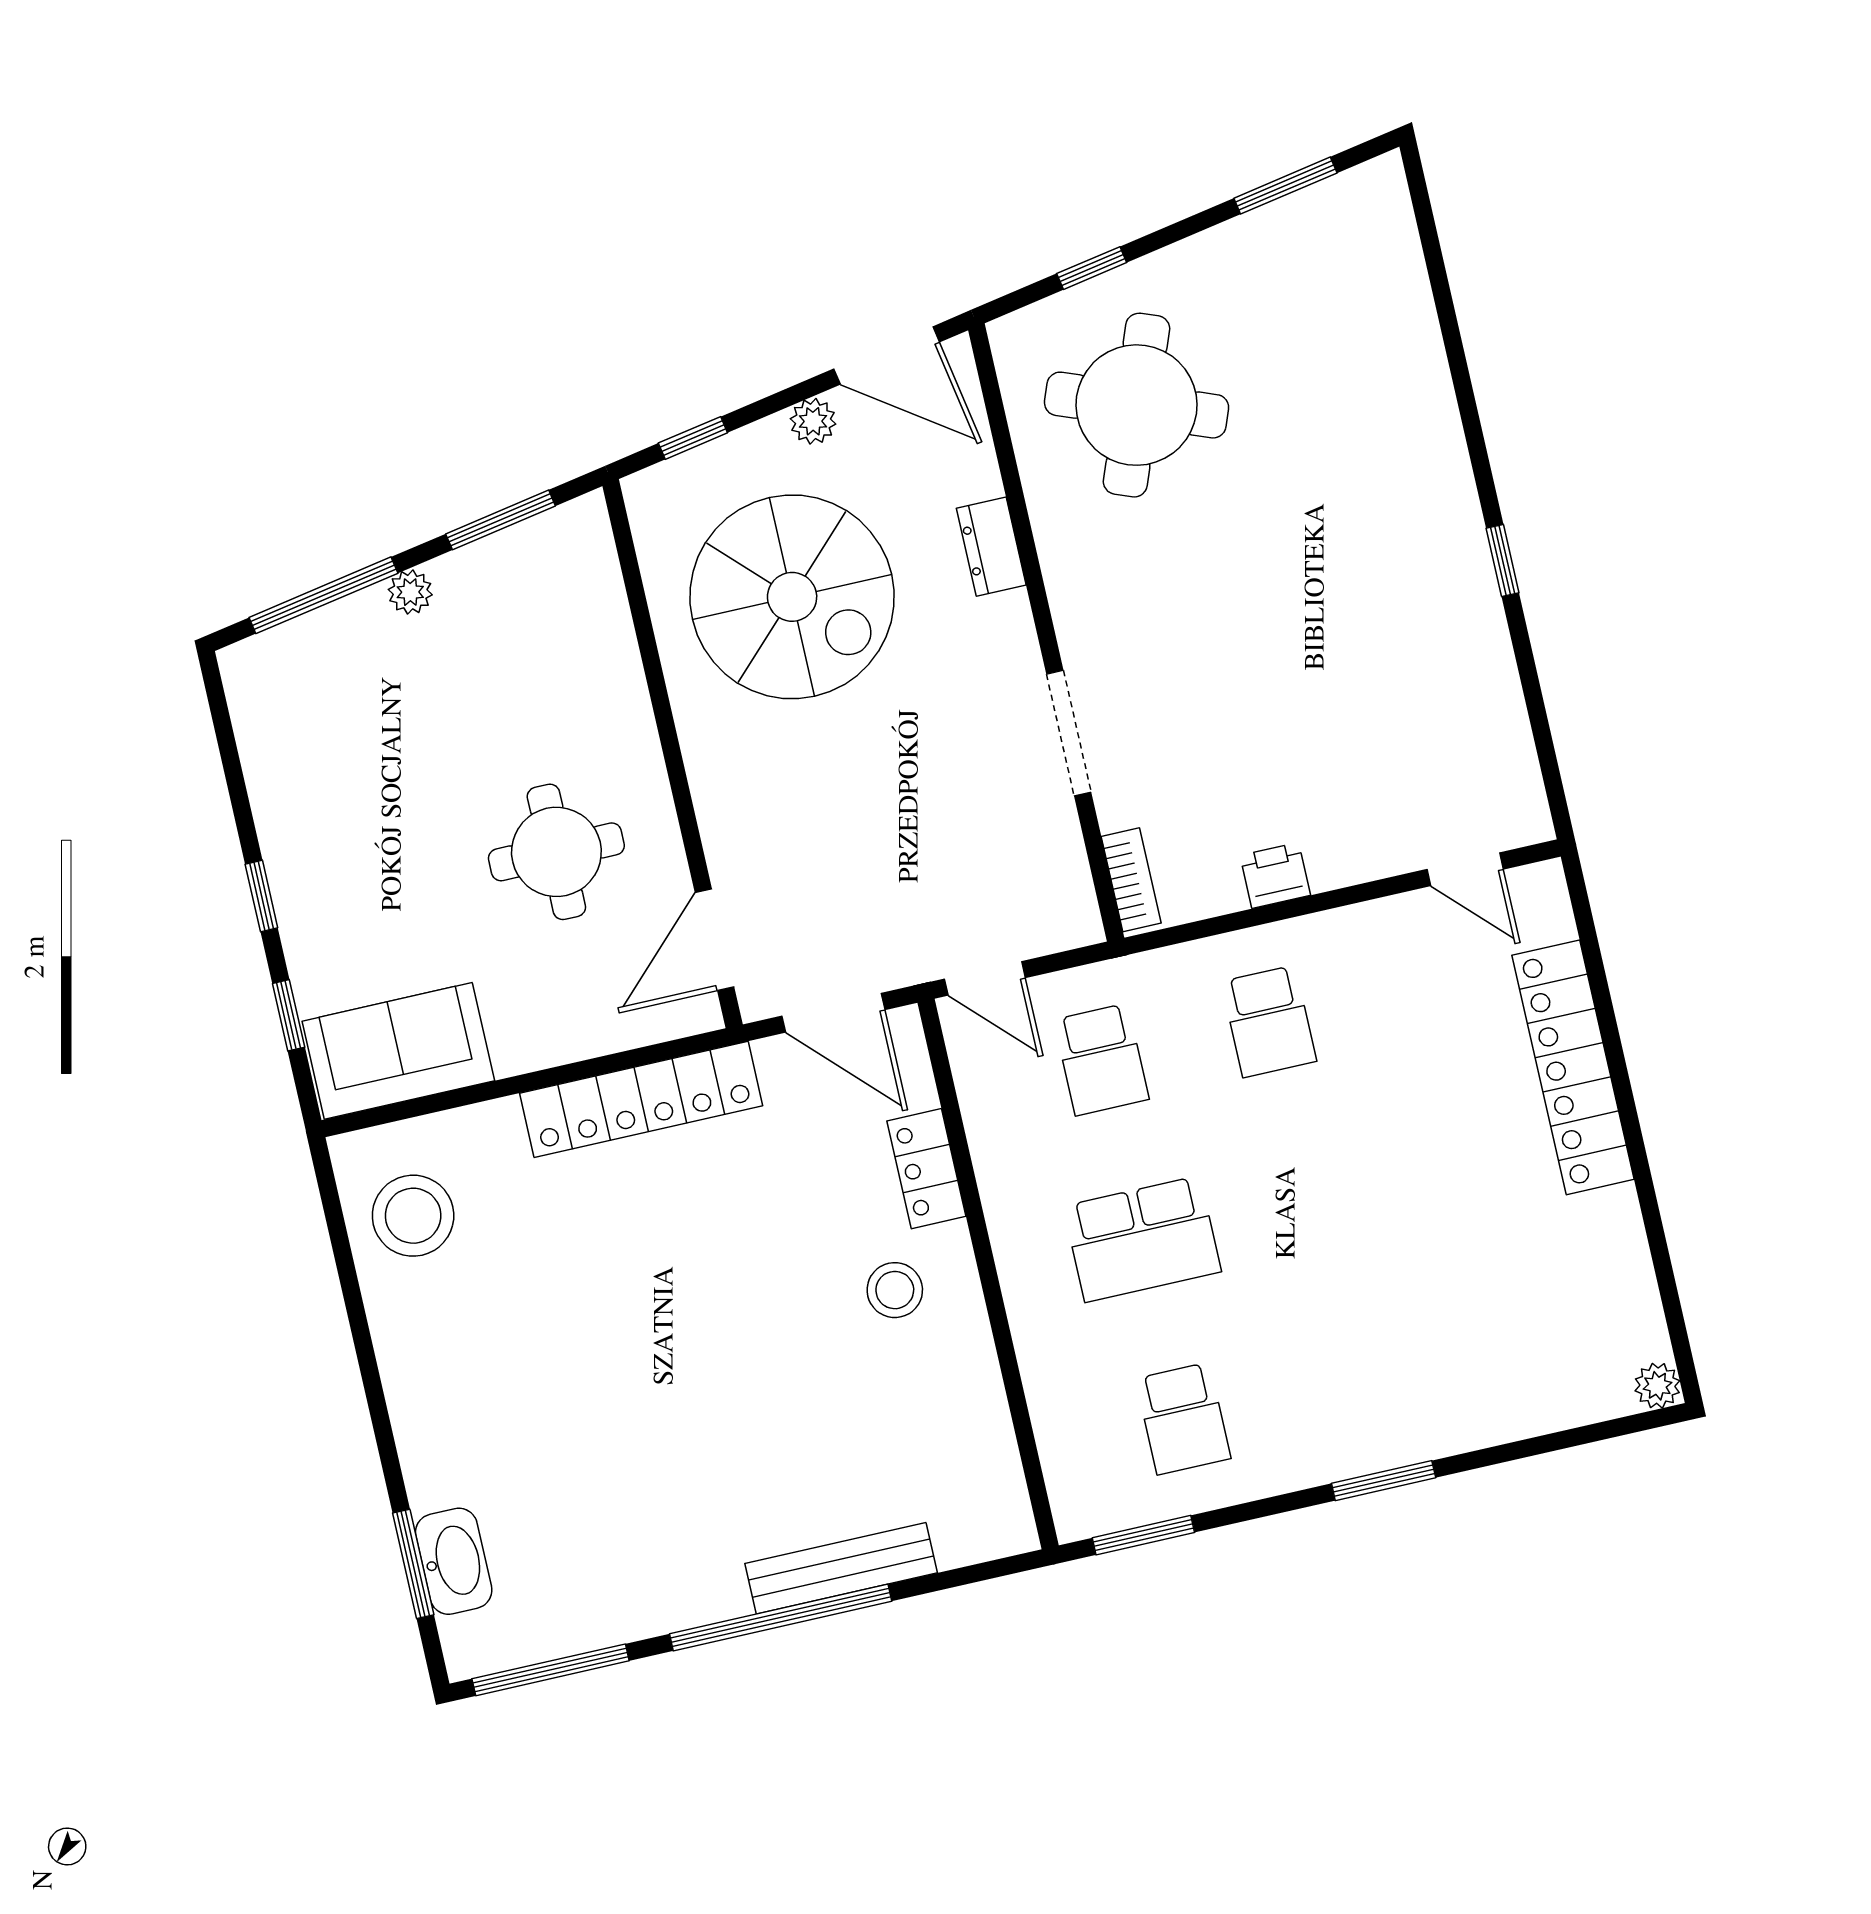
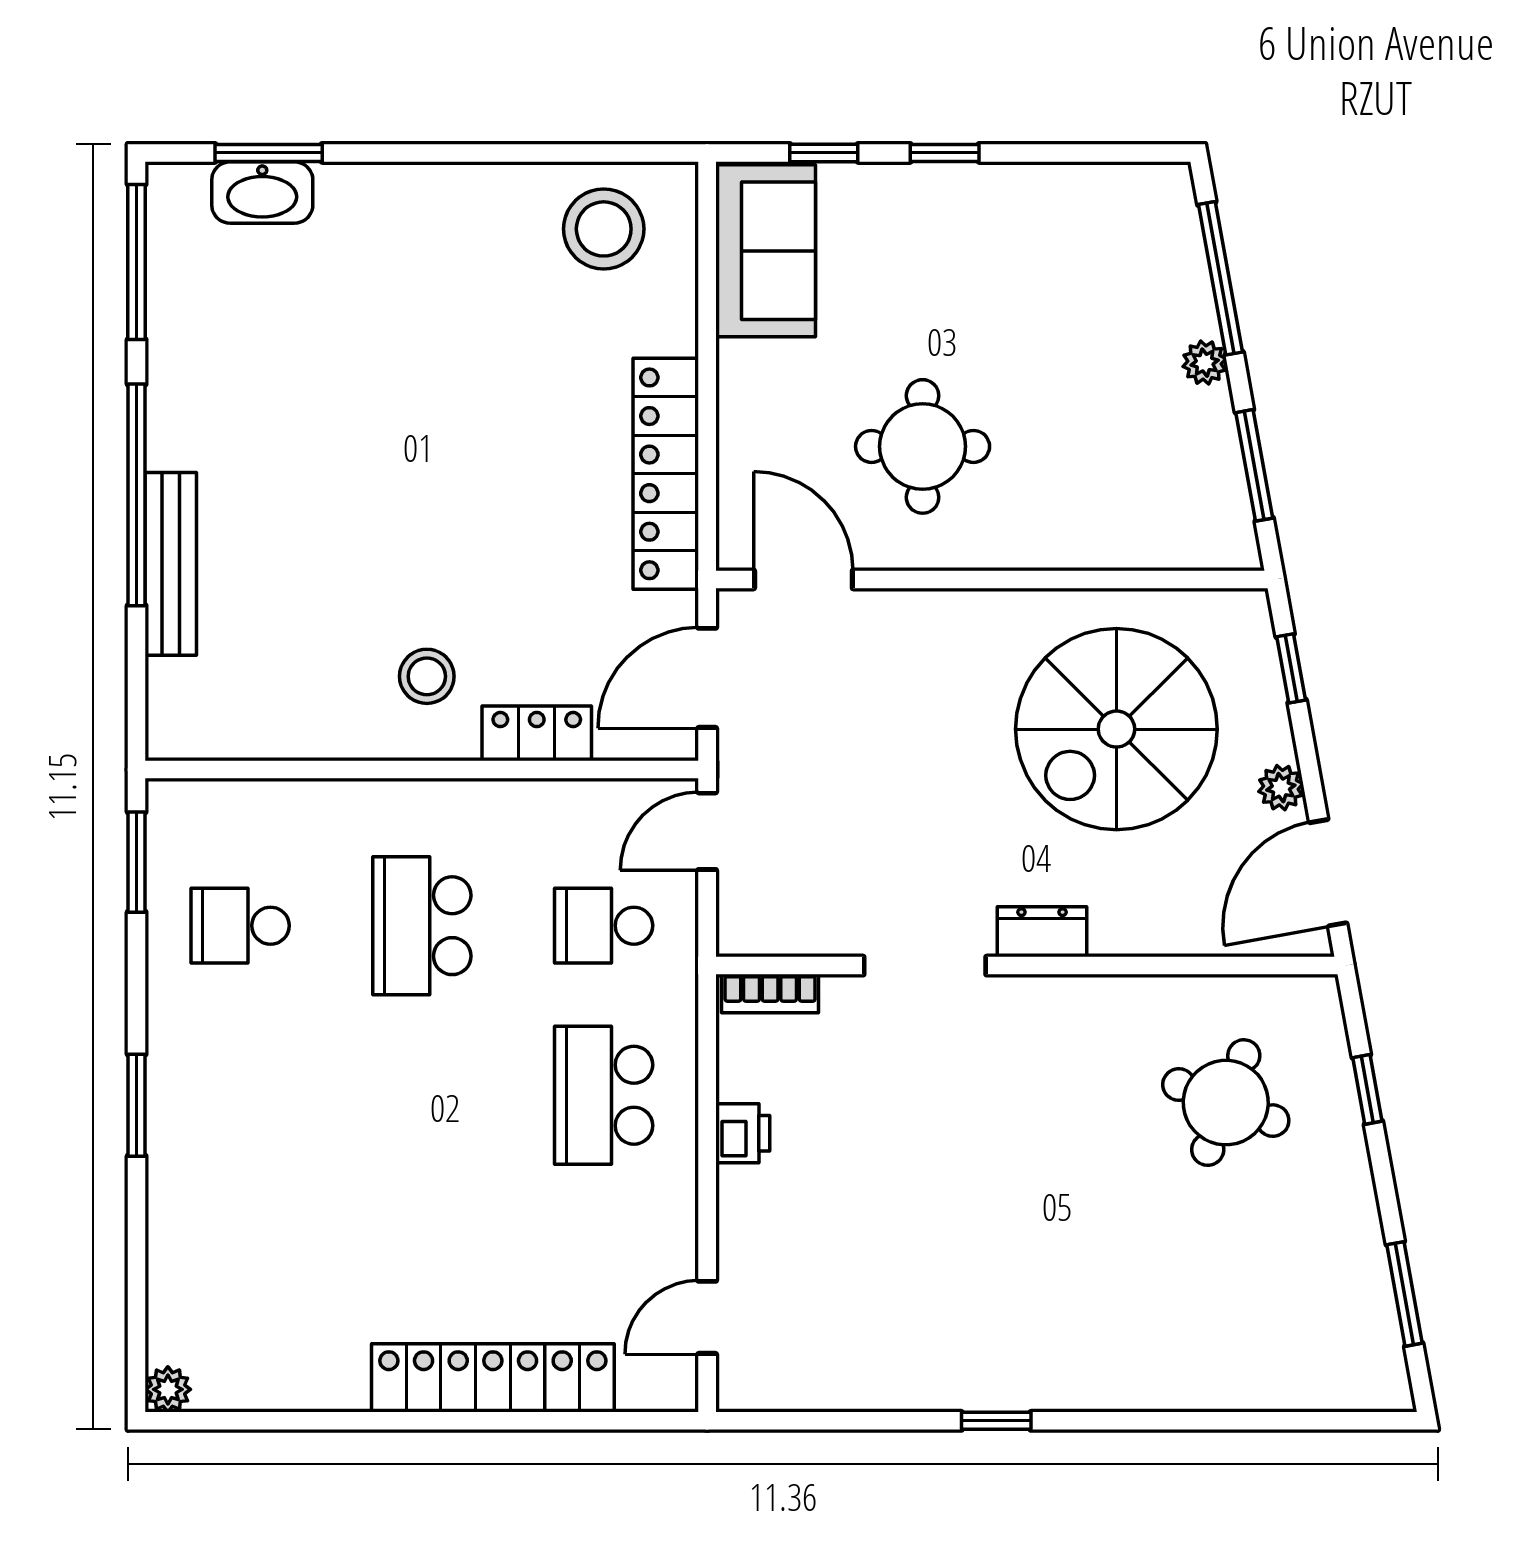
round table: (1137, 405) -> (1226, 1103), width x0.73, depth x0.73
dresser: (991, 547) -> (1042, 932), moved
school desk: (1269, 1021) -> (604, 1095), width x1.85

